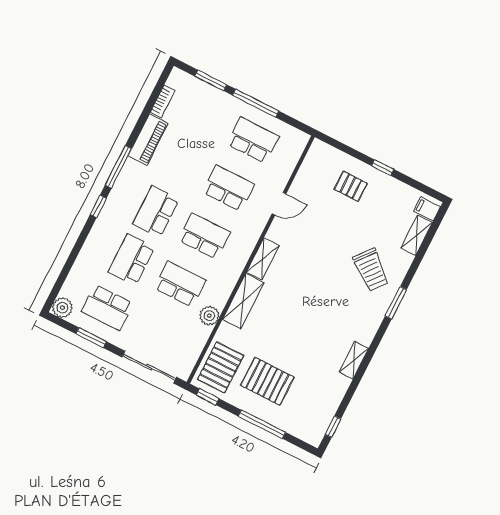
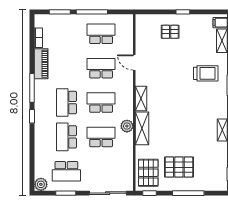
door: (279, 204) -> (134, 63), swing flipped
trolley: (371, 270) -> (206, 73), turned -39
plant: (209, 316) -> (127, 126), moved

